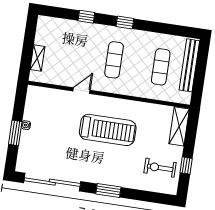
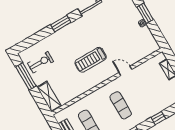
door: (82, 91) -> (125, 71), swing flipped
treadmill: (108, 130) -> (91, 60), width x0.73, depth x0.73
window: (186, 166) -> (26, 76), width x2.17

